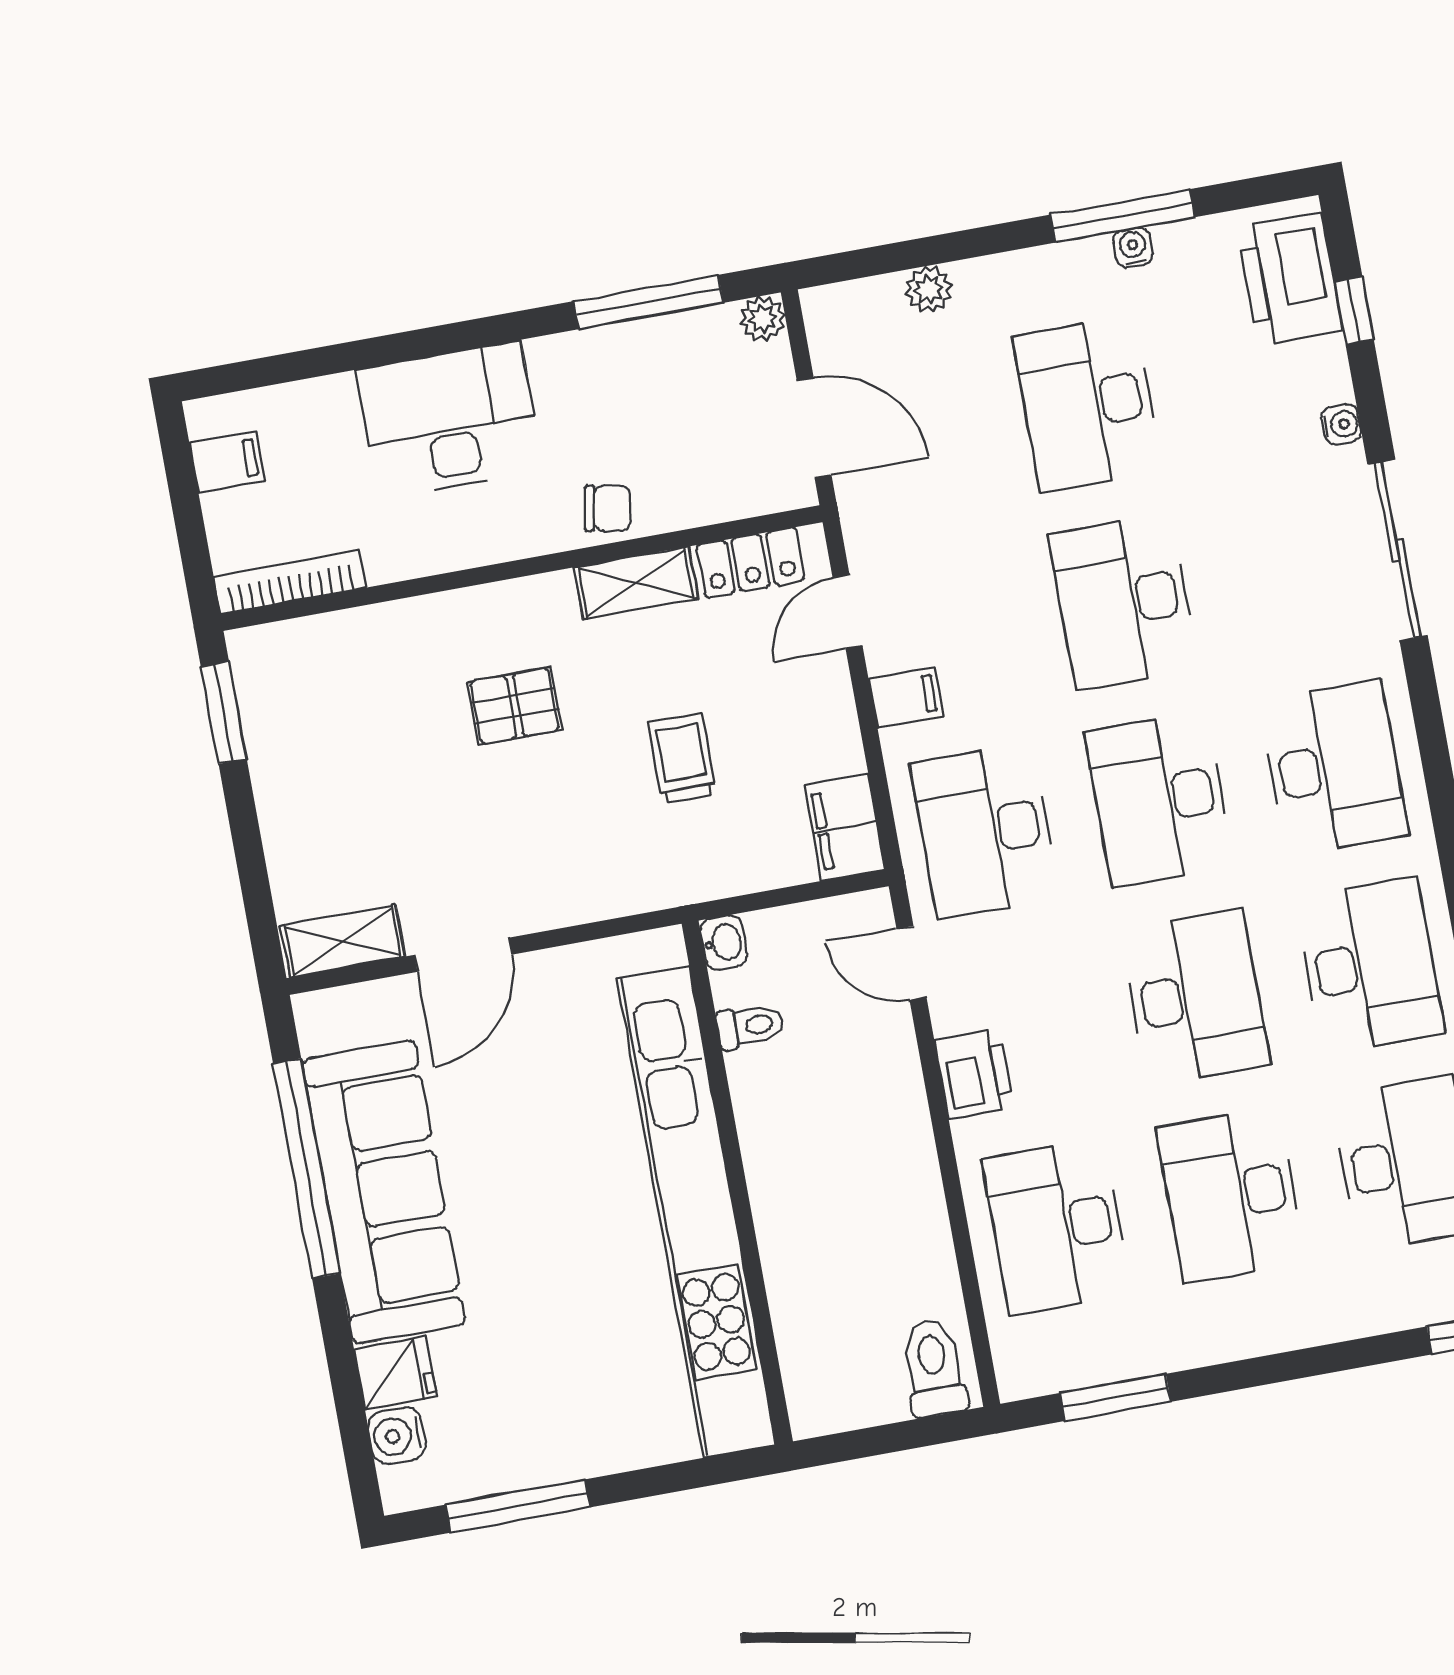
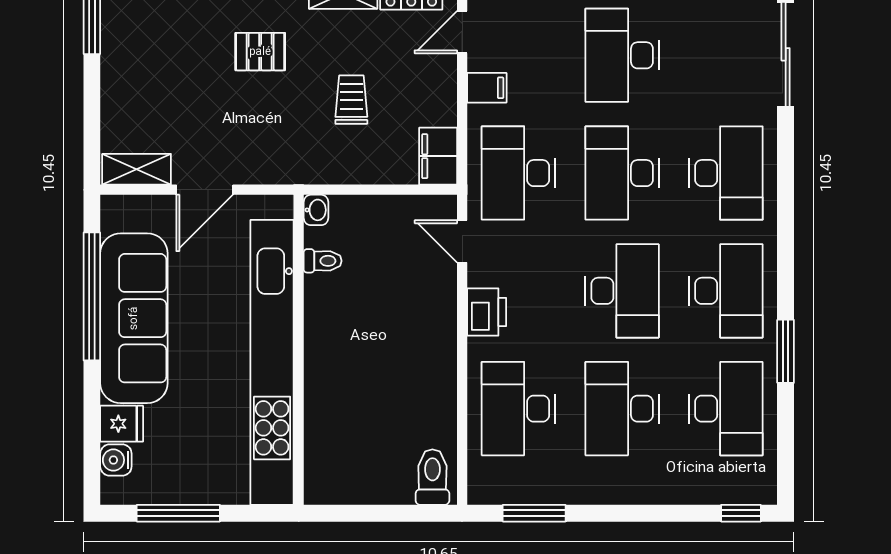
washbasin: (724, 943) -> (316, 210), moved
toilet: (750, 1026) -> (323, 261), moved
wall: (737, 1183) -> (299, 350), moved
kitchen unit: (696, 1212) -> (272, 362), moved

